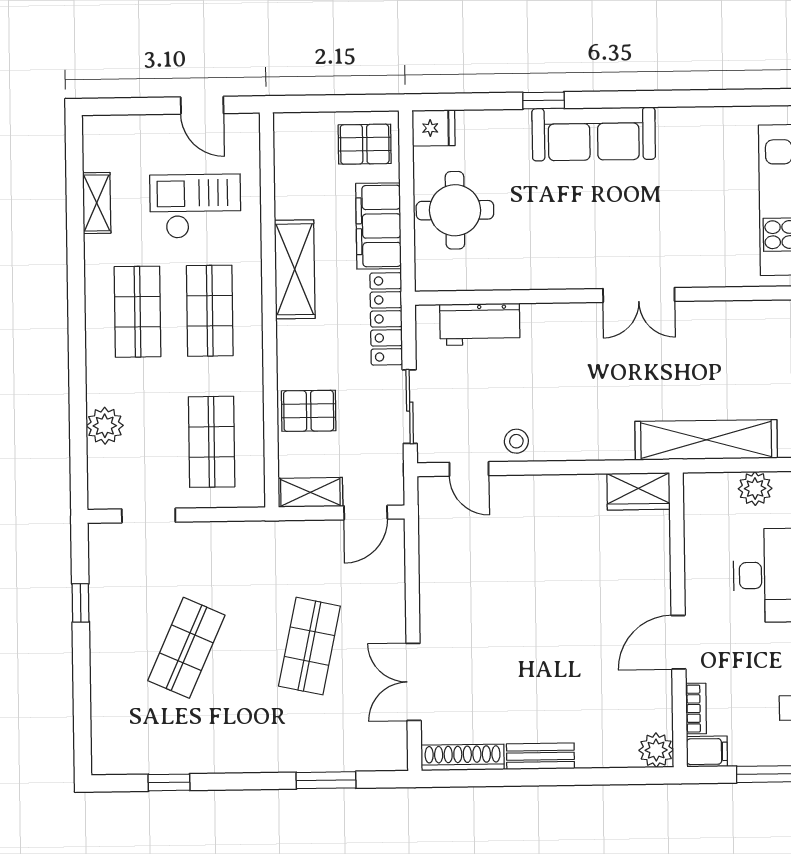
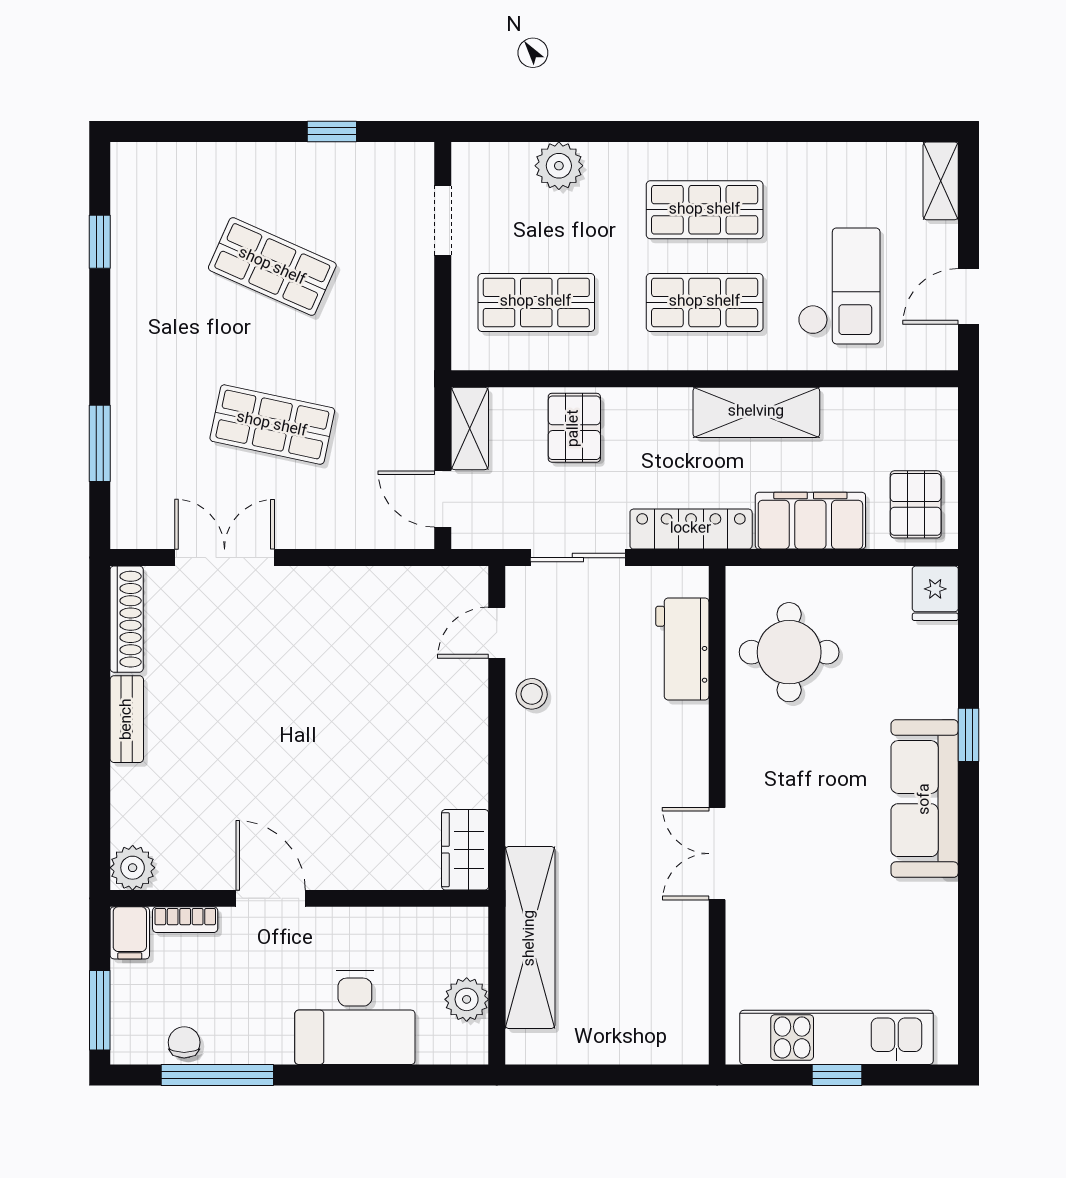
shelving: (97, 203) -> (941, 181), moved, turned 90
round table: (455, 210) -> (789, 652), moved

